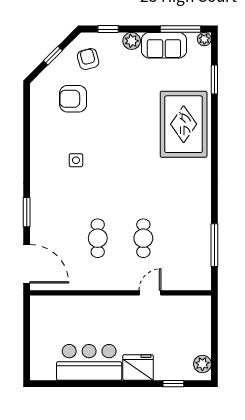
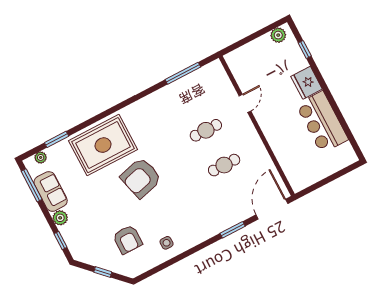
plant: (204, 39) -> (41, 157), moved
armchair: (88, 59) -> (141, 178), moved, width x1.88, depth x1.88
side table: (76, 160) -> (167, 243), moved
door: (150, 293) -> (245, 103), swing flipped

